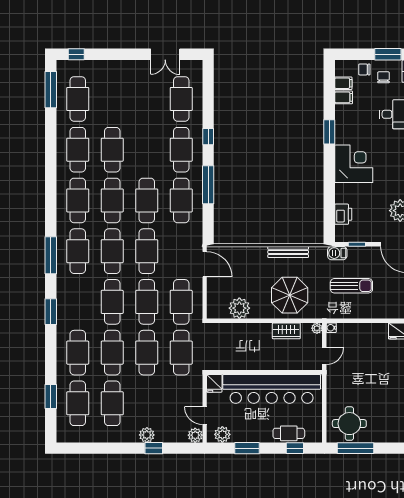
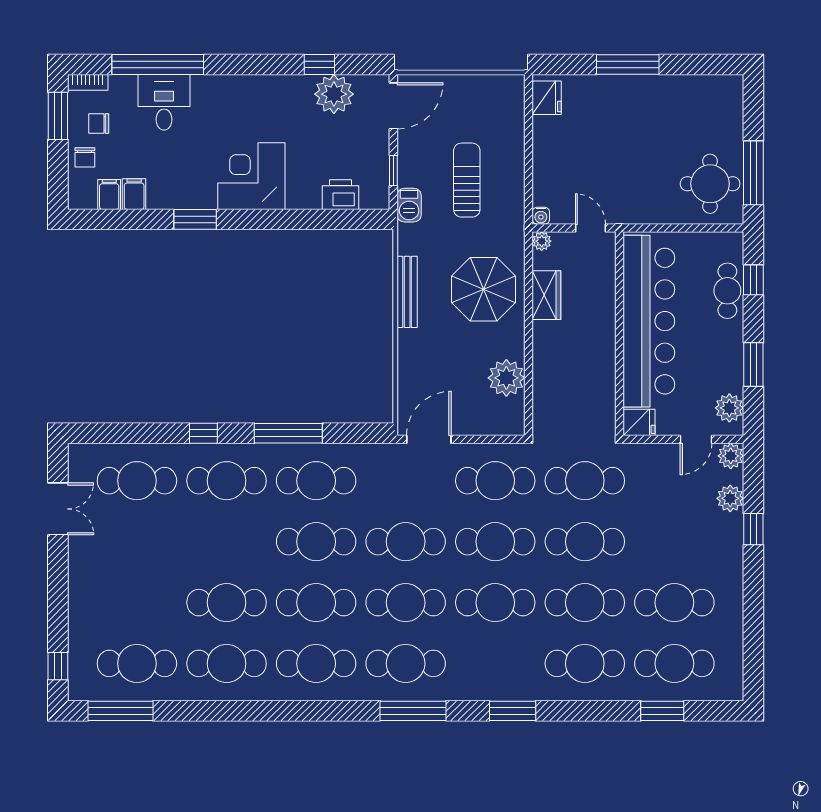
plant: (147, 435) -> (730, 498), moved

